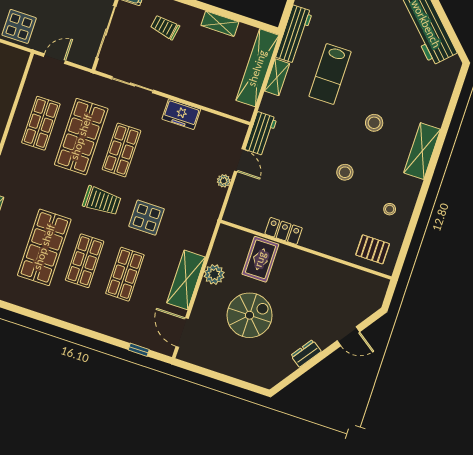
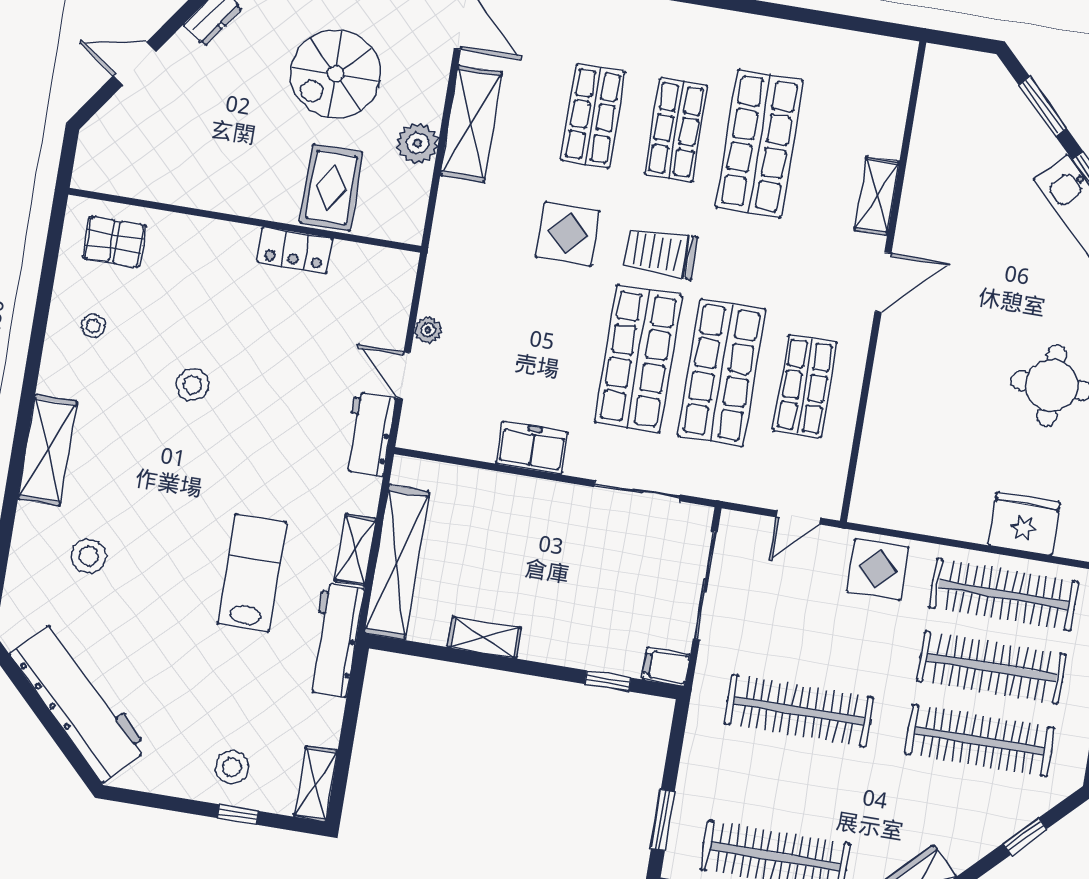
trolley: (165, 27) -> (591, 613), removed
stool: (374, 123) -> (89, 556), moved
shop shelf: (121, 150) -> (638, 359), width x1.43, depth x1.36

